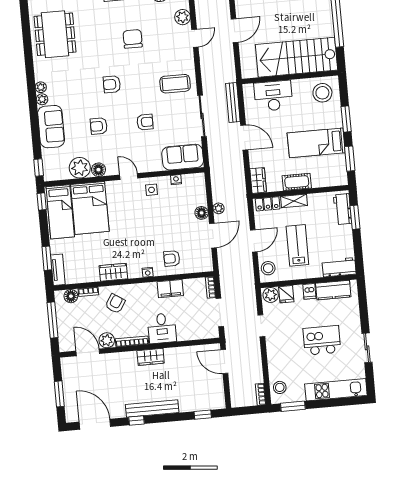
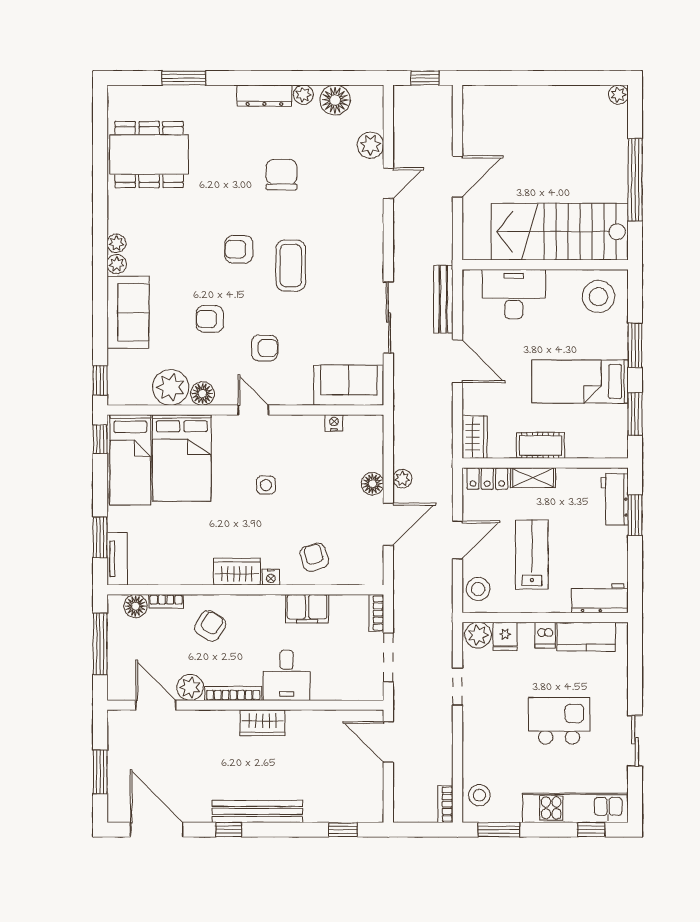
dining table: (55, 34) -> (149, 155), turned 90
coffee table: (175, 84) -> (291, 266), moved, turned 90
armchair: (145, 122) -> (265, 348), moved
side table: (152, 190) -> (266, 485), moved
armchair: (172, 258) -> (314, 557), turned 74
wardrobe: (113, 272) -> (237, 572), moved
window: (346, 401) -> (591, 830), added

